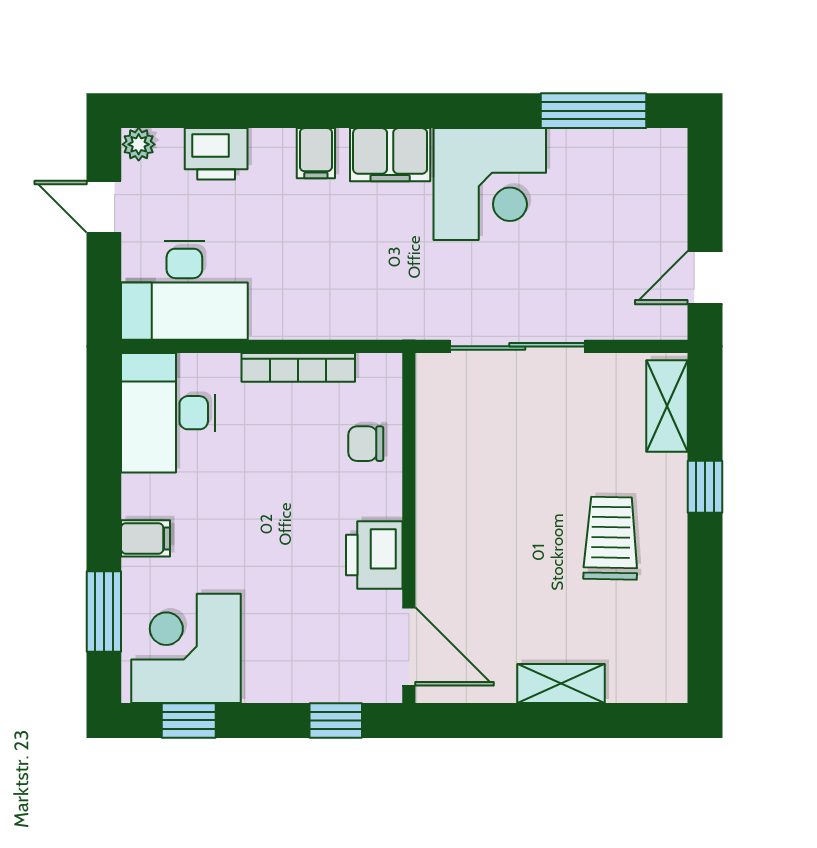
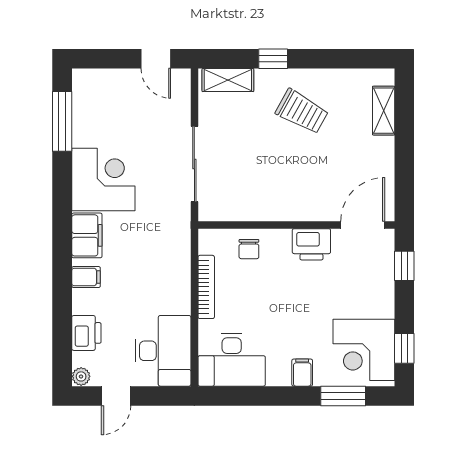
trolley: (611, 538) -> (302, 112), turned -152
shelving: (561, 684) -> (384, 111), moved

